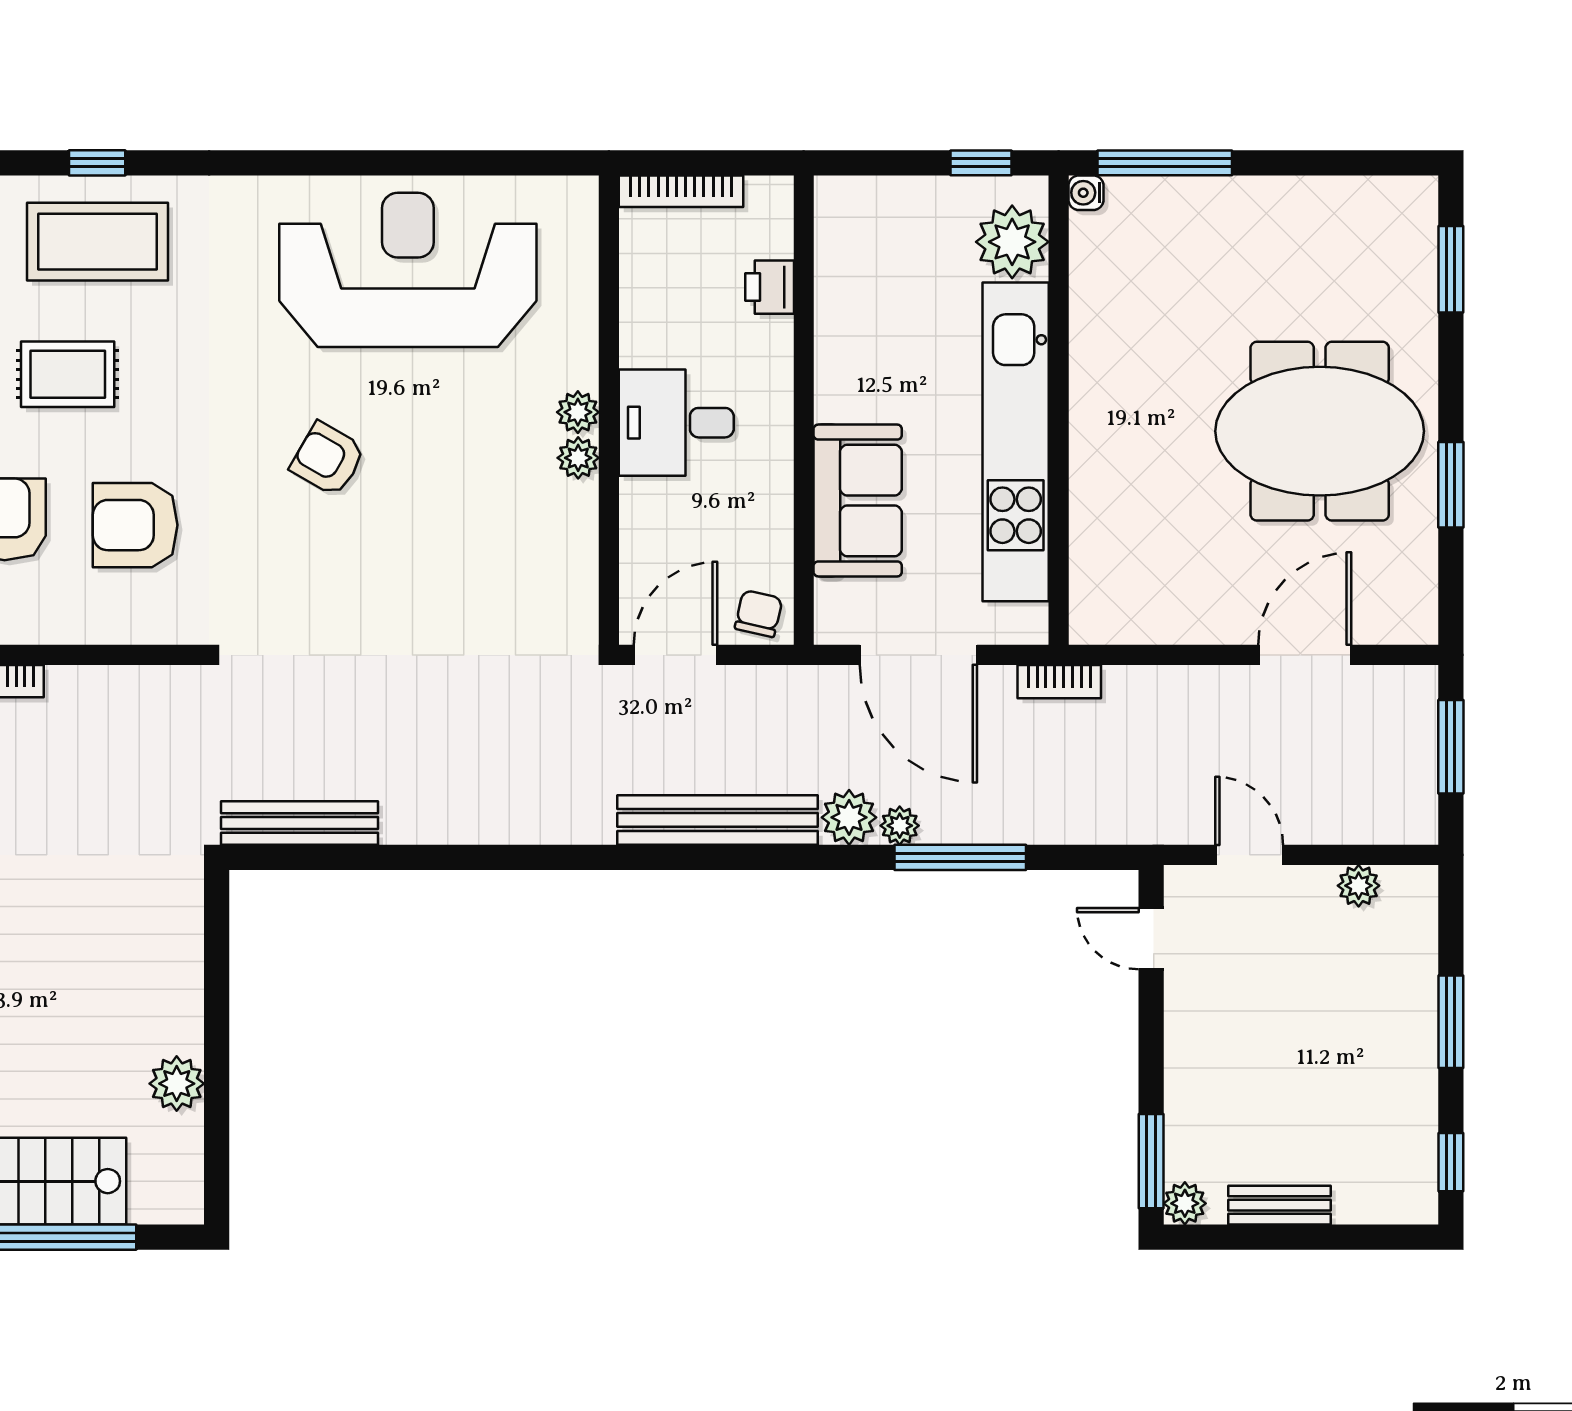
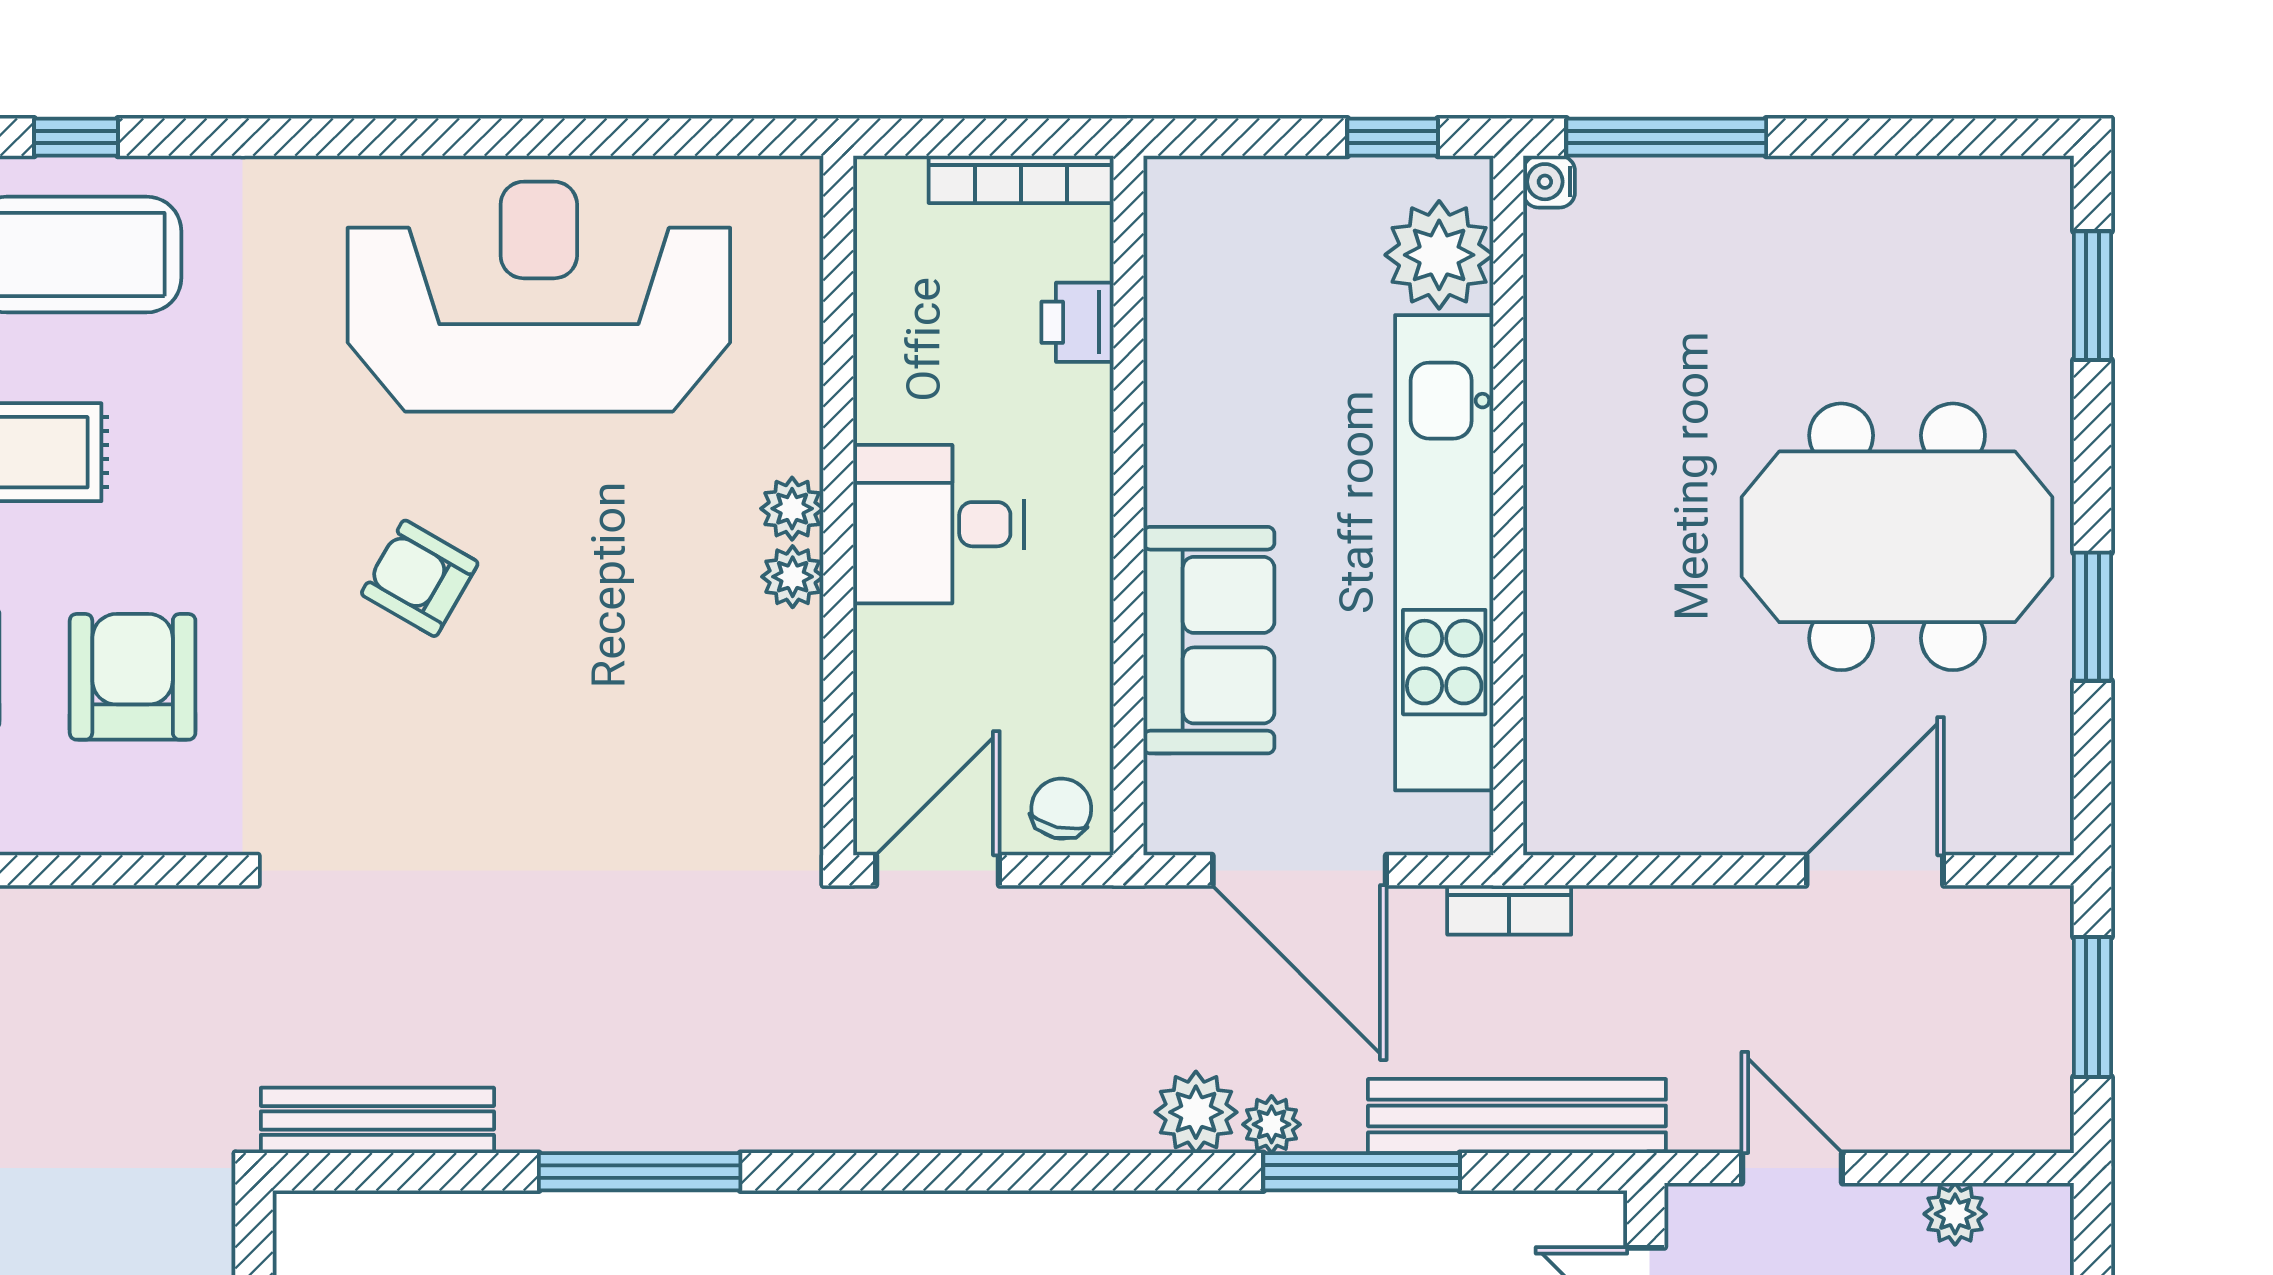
bookcase: (681, 191) -> (1021, 179), moved
armchair: (135, 525) -> (133, 677), turned 90
bench: (717, 820) -> (1517, 1116), moved
window: (475, 857) -> (640, 1172), added

